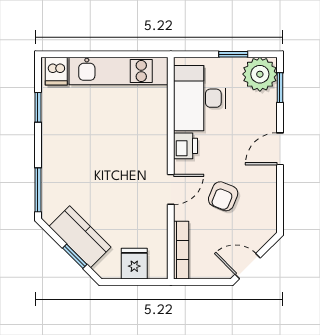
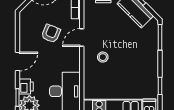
printer: (185, 146) -> (26, 87), moved, turned 180
stool: (135, 156) -> (103, 57), added

